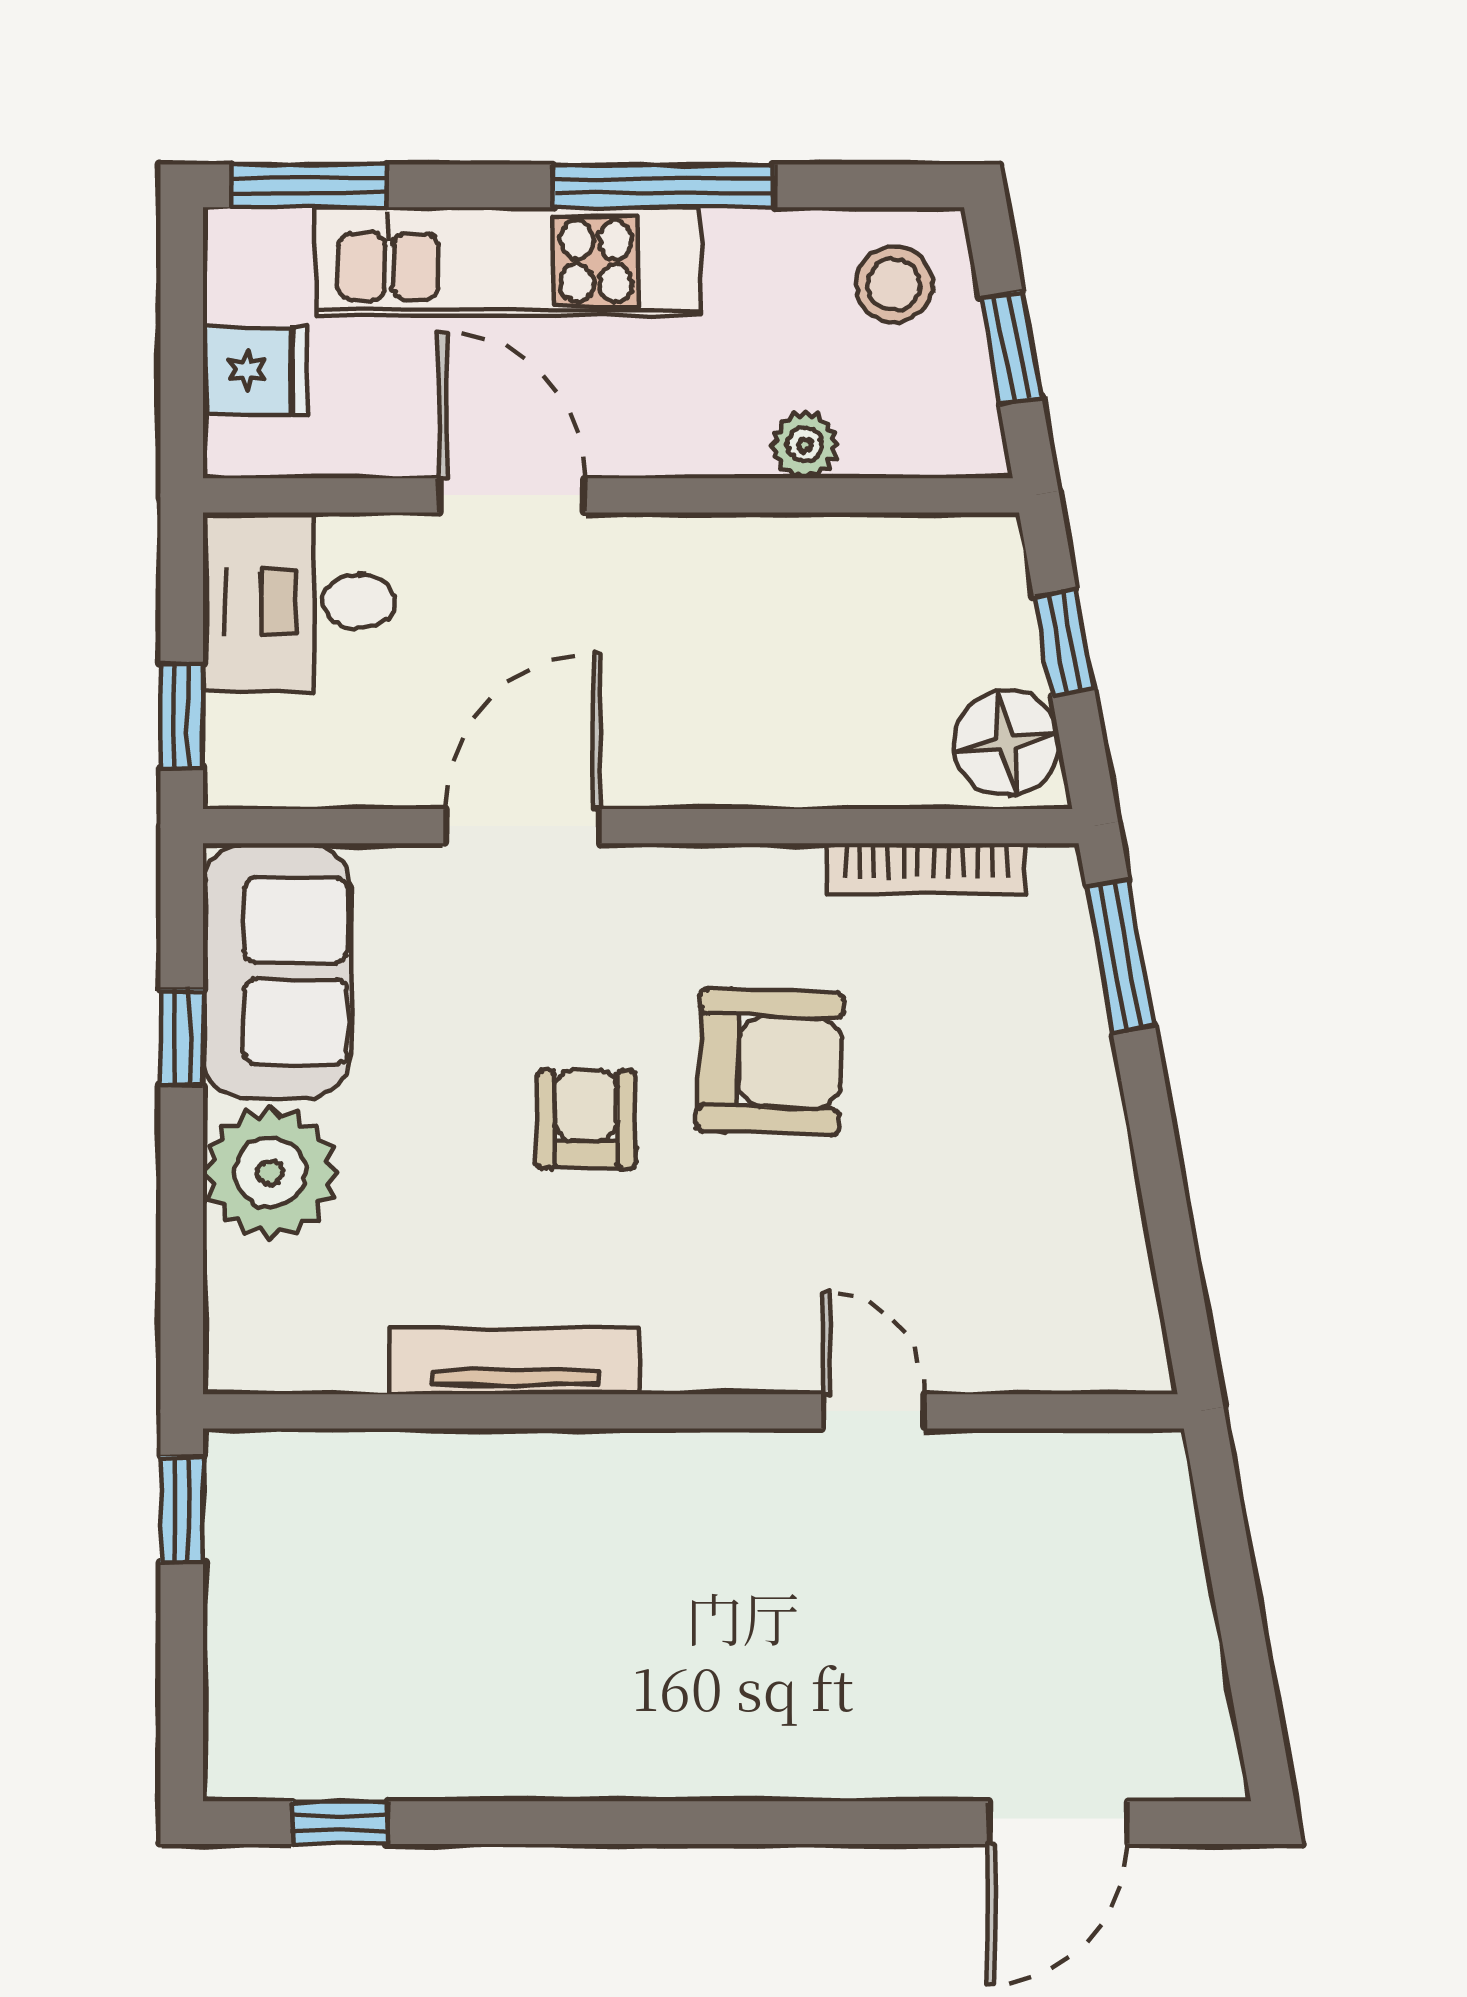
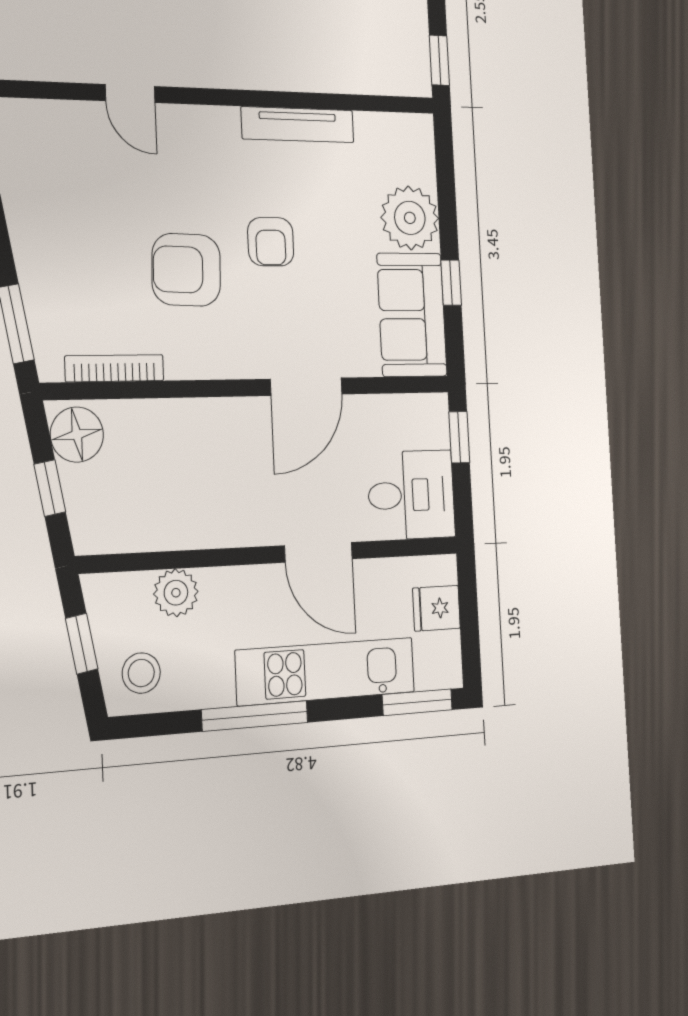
plant: (805, 445) -> (176, 593), width x1.38, depth x1.38

